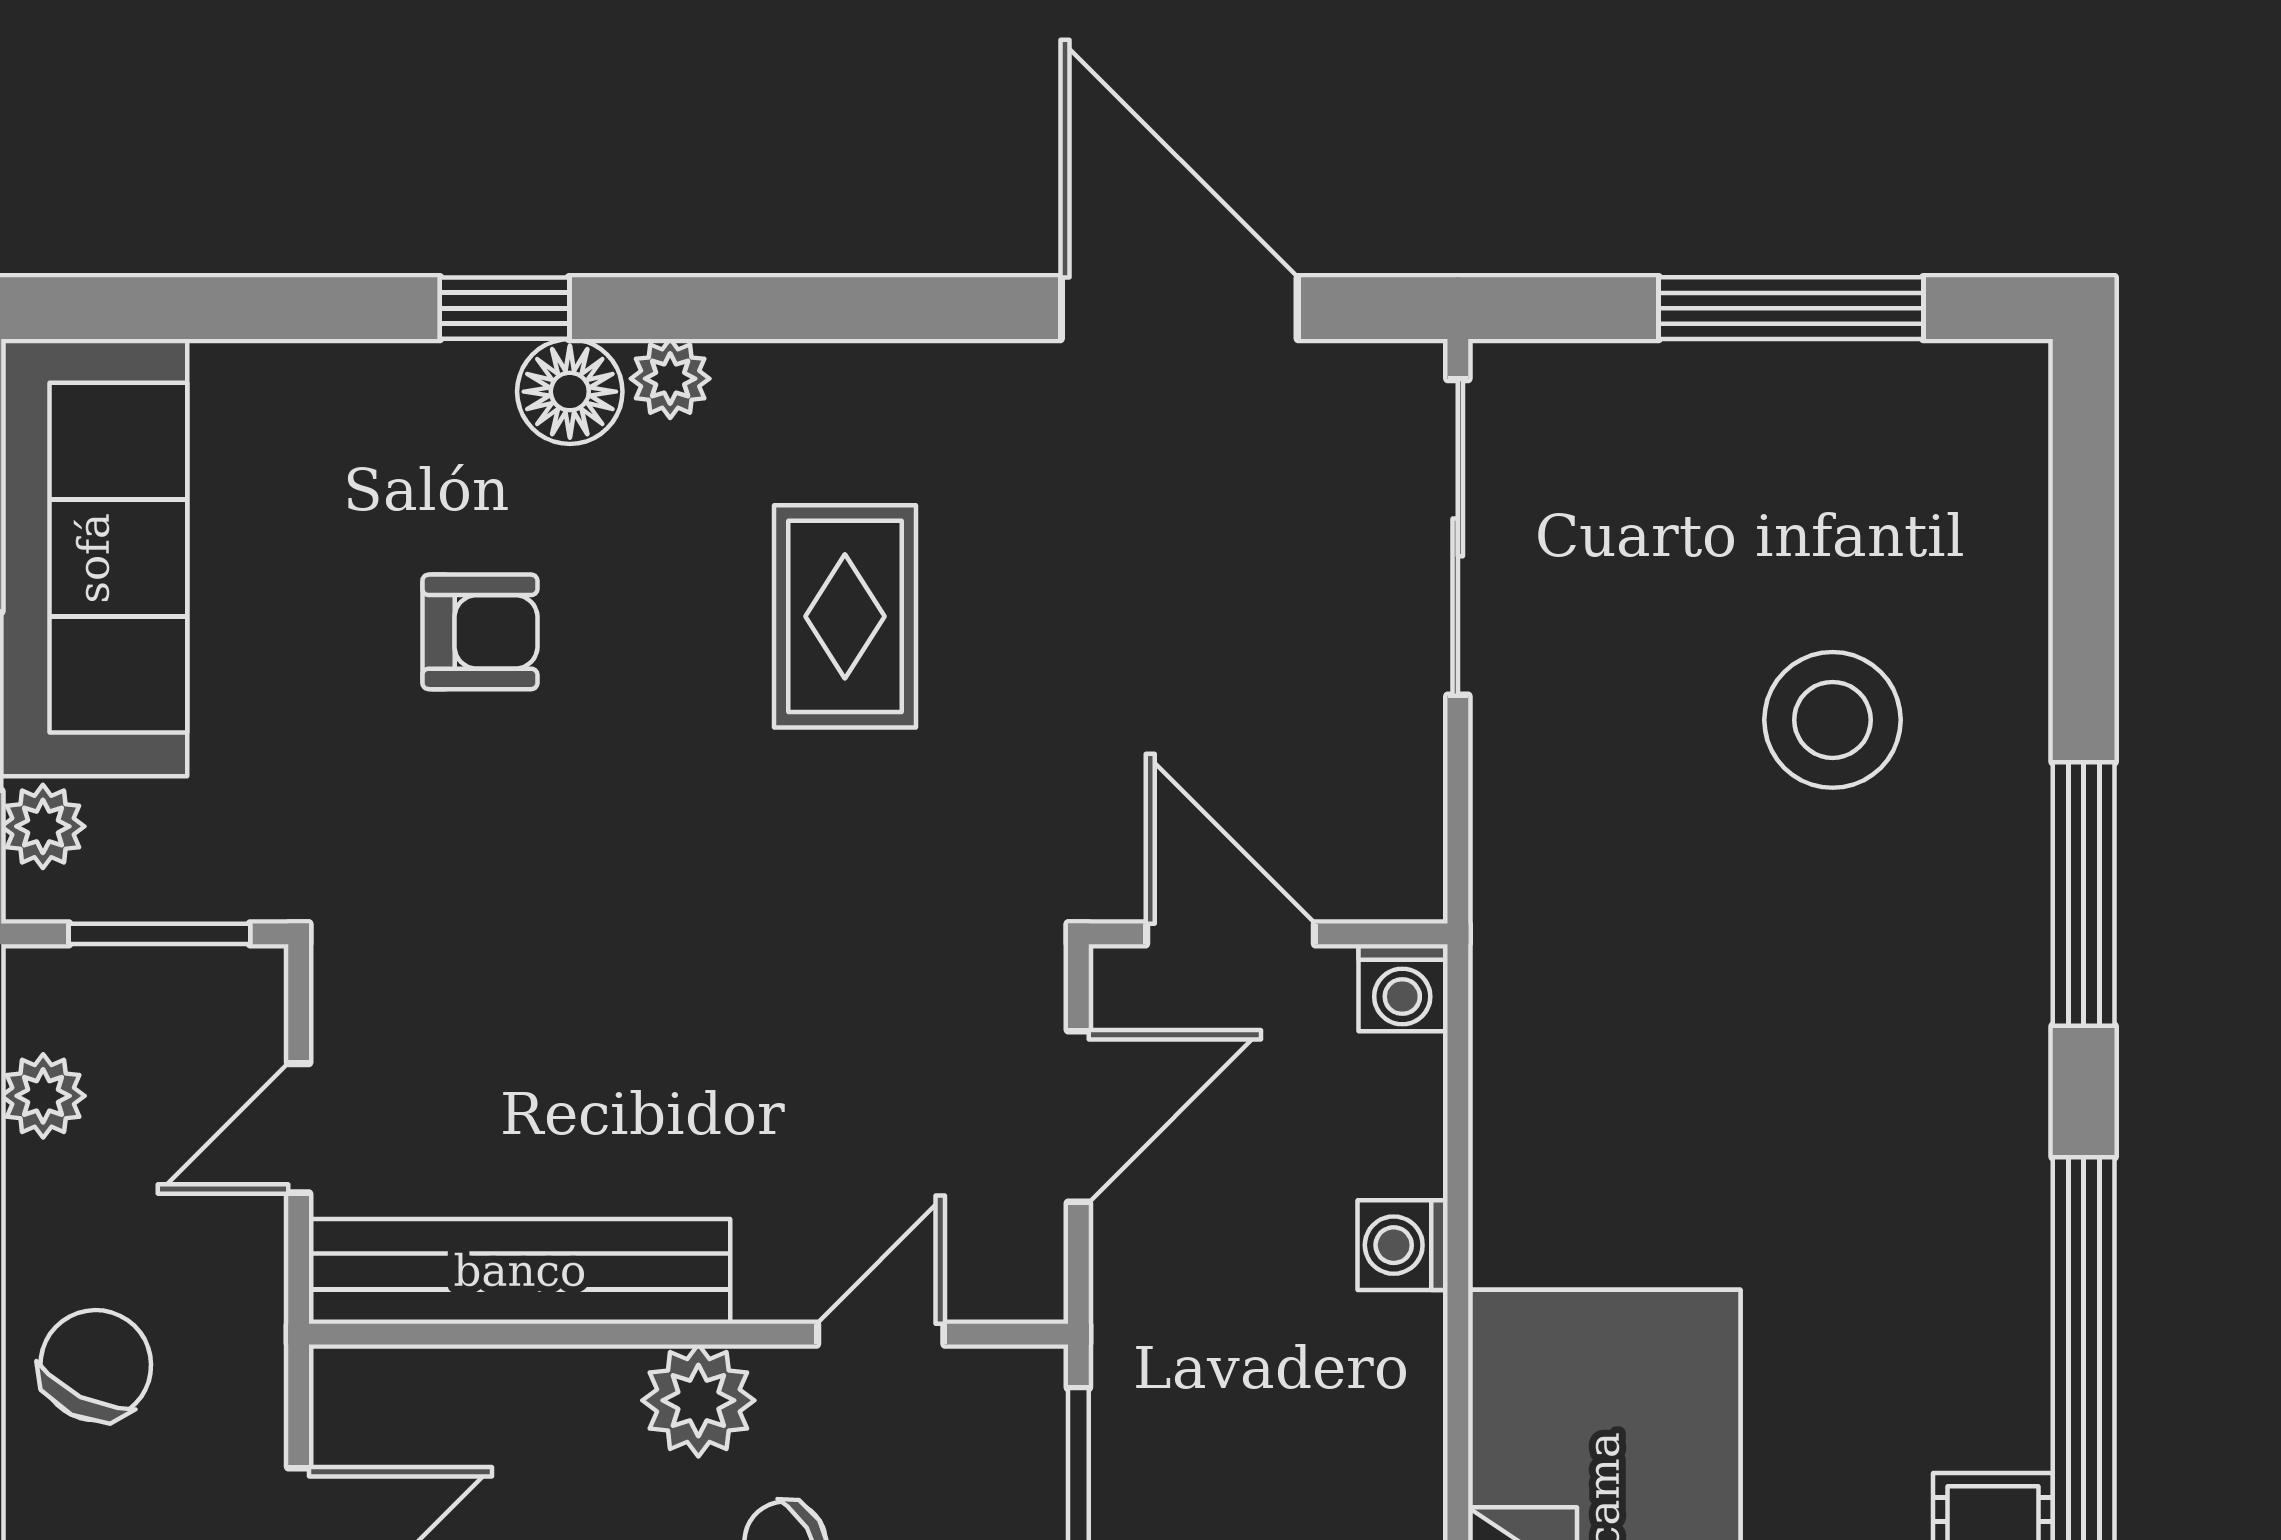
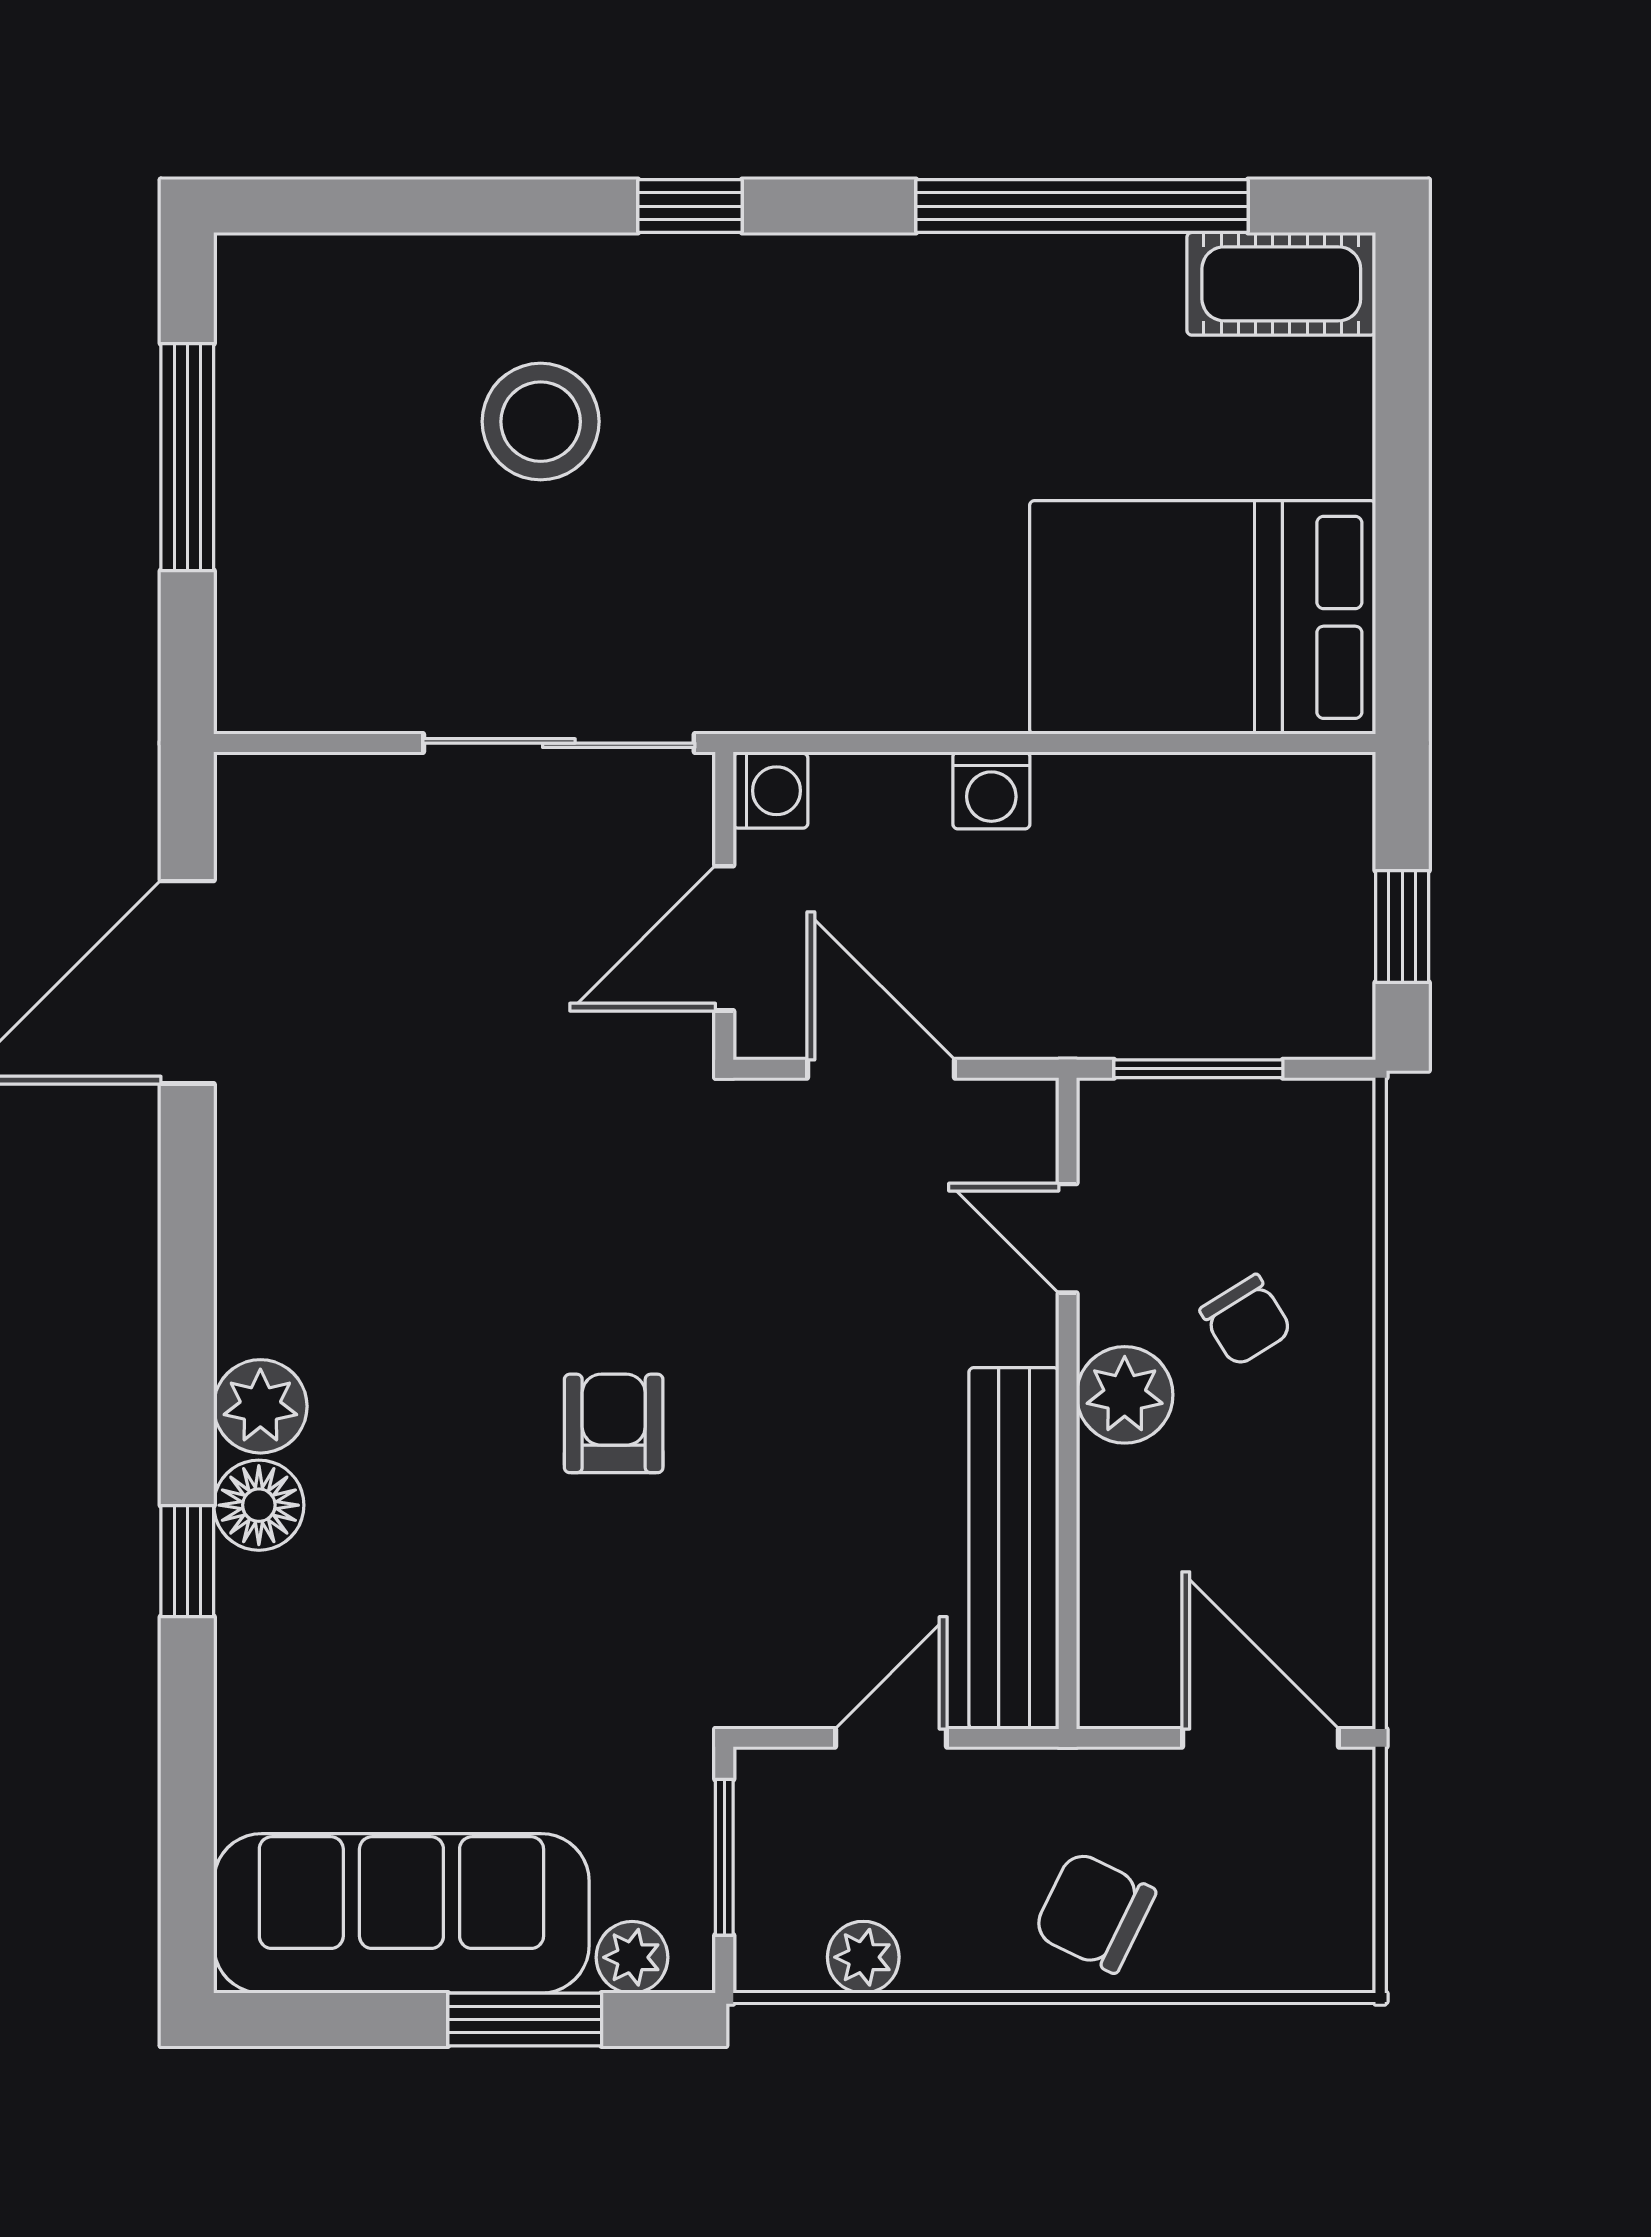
plant: (670, 379) -> (260, 1406), width x1.38, depth x1.38
sliding door: (1458, 537) -> (559, 743), moved
rug: (845, 616) -> (452, 1269), removed
armchair: (480, 632) -> (614, 1423), moved
window: (2084, 894) -> (690, 206), width x0.46
door: (299, 1128) -> (891, 1738), swing flipped

